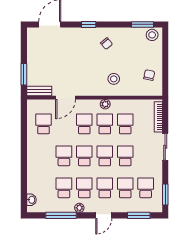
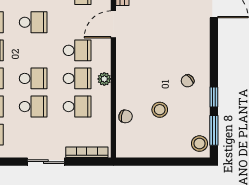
window: (89, 24) -> (214, 97), moved
chair: (149, 75) -> (126, 116), moved
stool: (114, 79) -> (160, 110), moved
door: (66, 98) -> (113, 24), hinge flipped
school desk: (84, 156) -> (33, 50), removed

